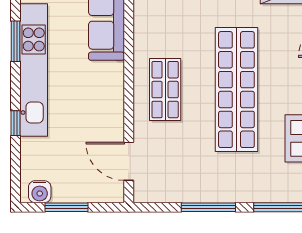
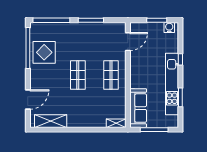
shop shelf: (236, 90) -> (78, 75), width x0.50, depth x0.74
door: (129, 161) -> (128, 42), hinge flipped

